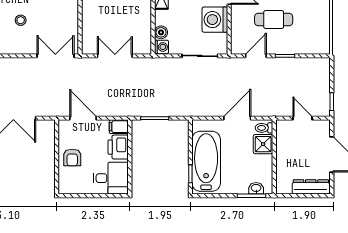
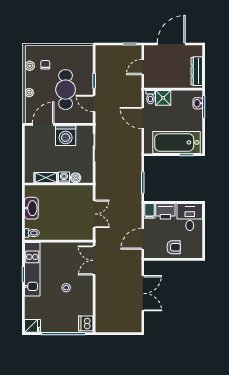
cafe table: (274, 19) -> (66, 90), width x1.37, depth x1.35
washing machine: (161, 47) -> (64, 177), moved
double door: (115, 56) -> (94, 214), swing flipped
dresser: (311, 187) -> (197, 71), moved

